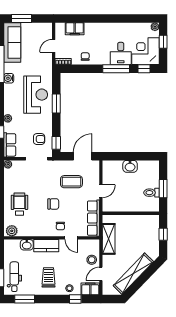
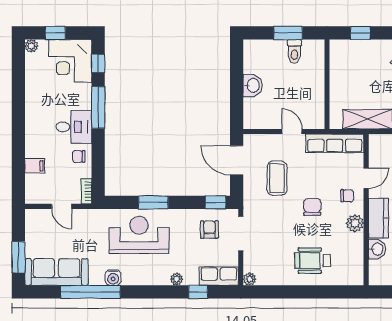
filing cabinet: (75, 29) -> (35, 166), width x0.50
desk: (121, 53) -> (74, 127), moved
plant: (12, 231) -> (355, 223), moved

